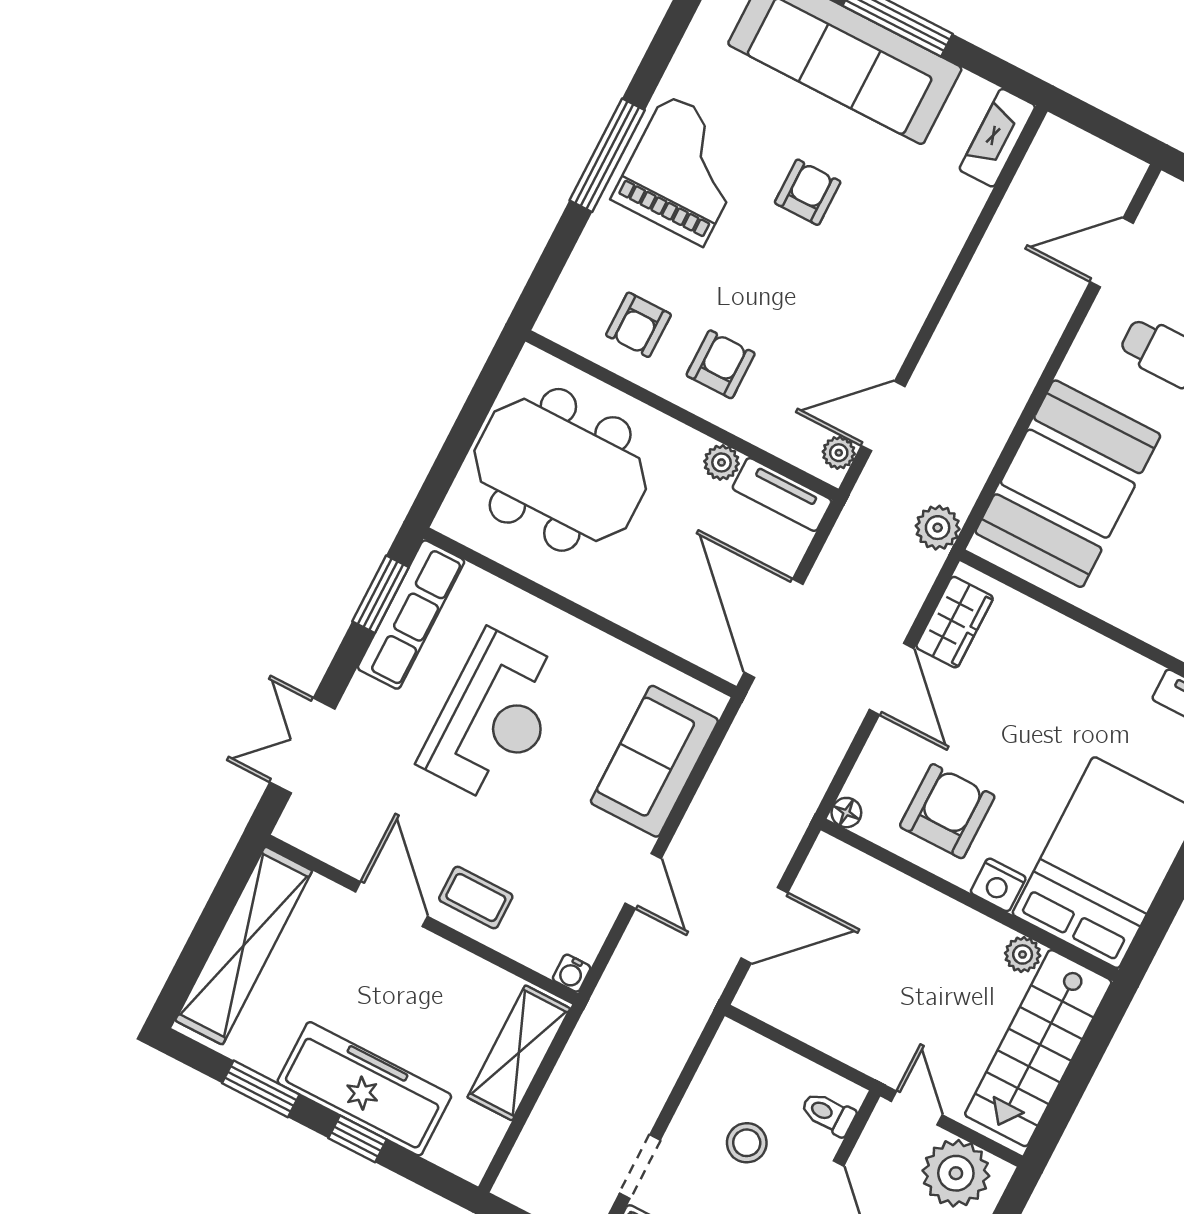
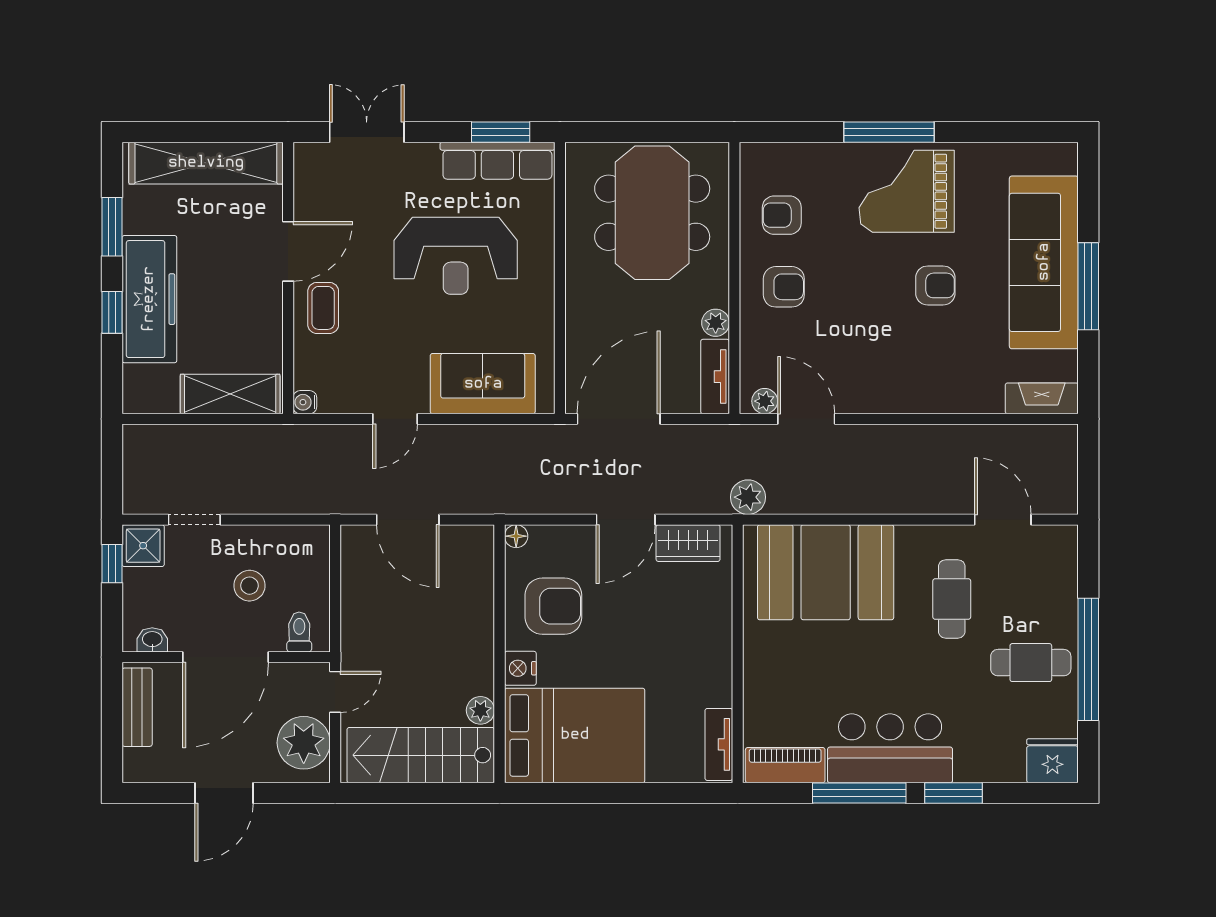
grand piano: (684, 170) -> (907, 191), turned 180

